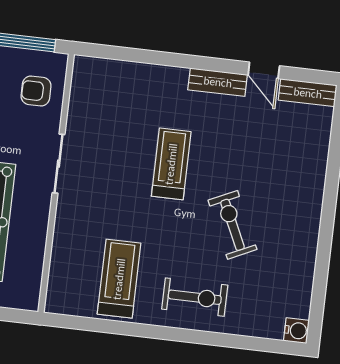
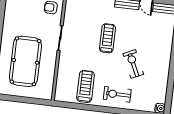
exercise bike: (195, 297) -> (117, 94), turned 180

